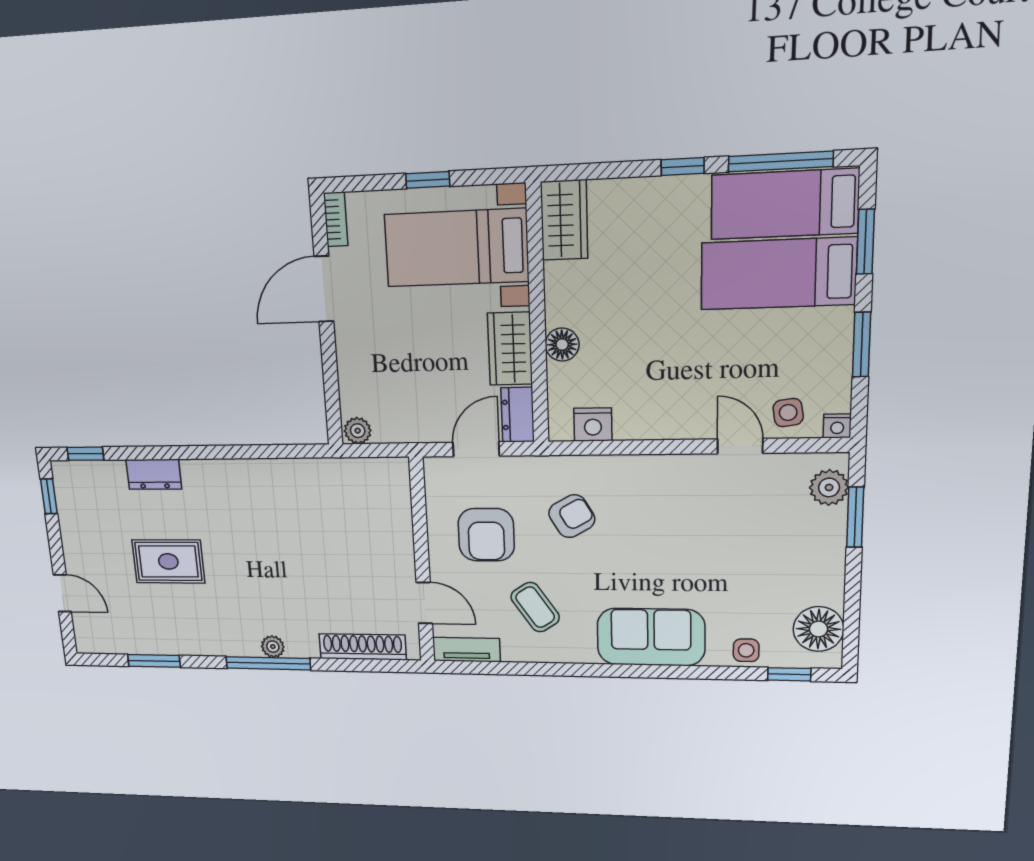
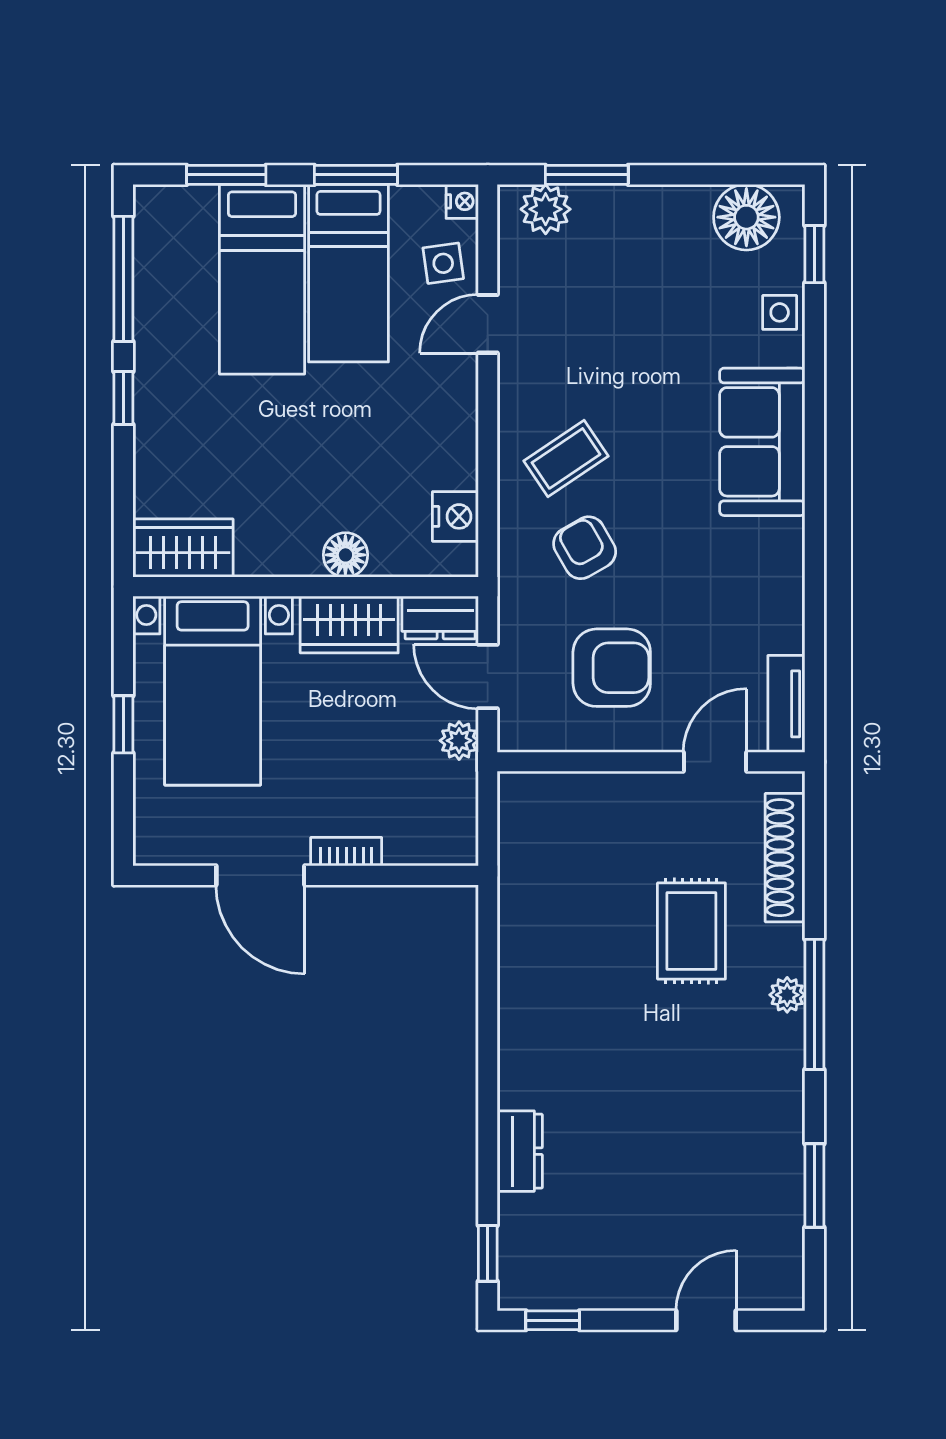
bed: (785, 204) -> (348, 273), moved
bookcase: (336, 219) -> (346, 852), moved
plant: (358, 431) -> (459, 741), moved
rug: (168, 561) -> (691, 931), moved
coffee table: (535, 607) -> (566, 458), moved

